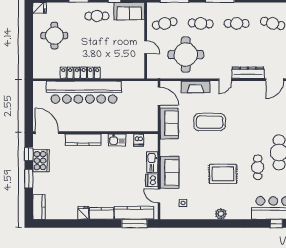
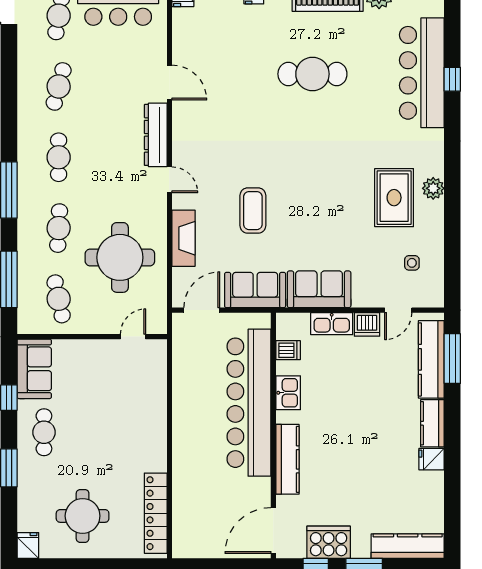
door: (146, 47) -> (133, 337), moved
locker: (80, 73) -> (156, 513), moved
bar counter: (84, 92) -> (249, 403), moved, turned 180
coffee table: (210, 122) -> (253, 211), width x0.73, depth x0.76
cafe table: (258, 167) -> (342, 116), removed
sofa: (170, 172) -> (319, 289), moved
rug: (223, 174) -> (394, 198), moved
kitchen counter: (39, 207) -> (408, 546), width x1.50

